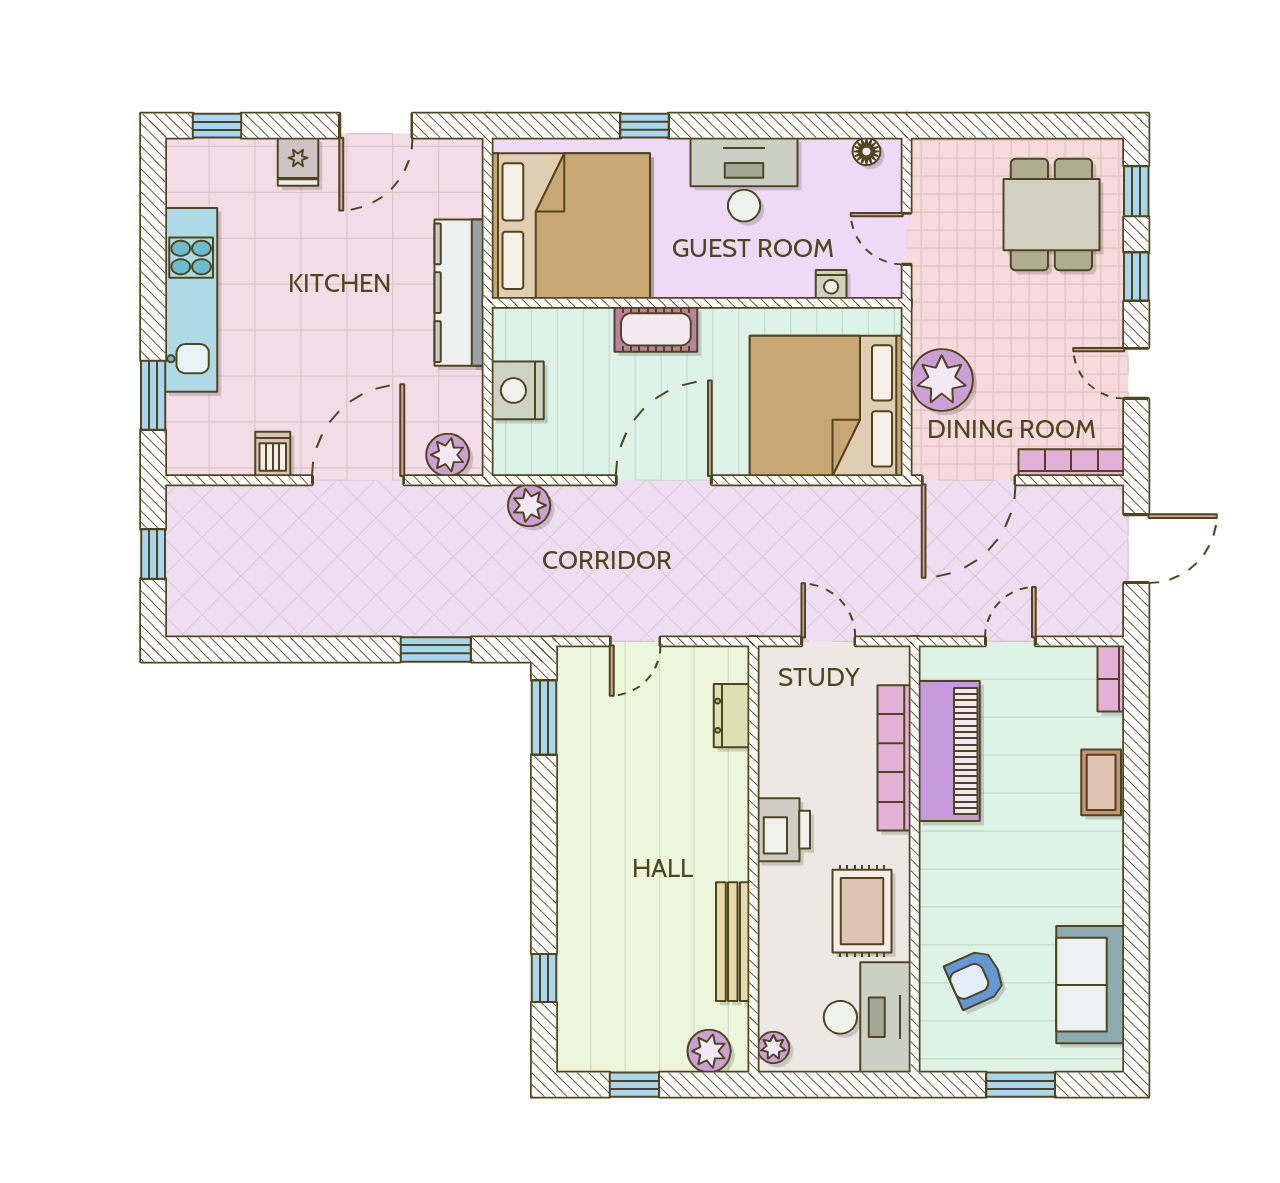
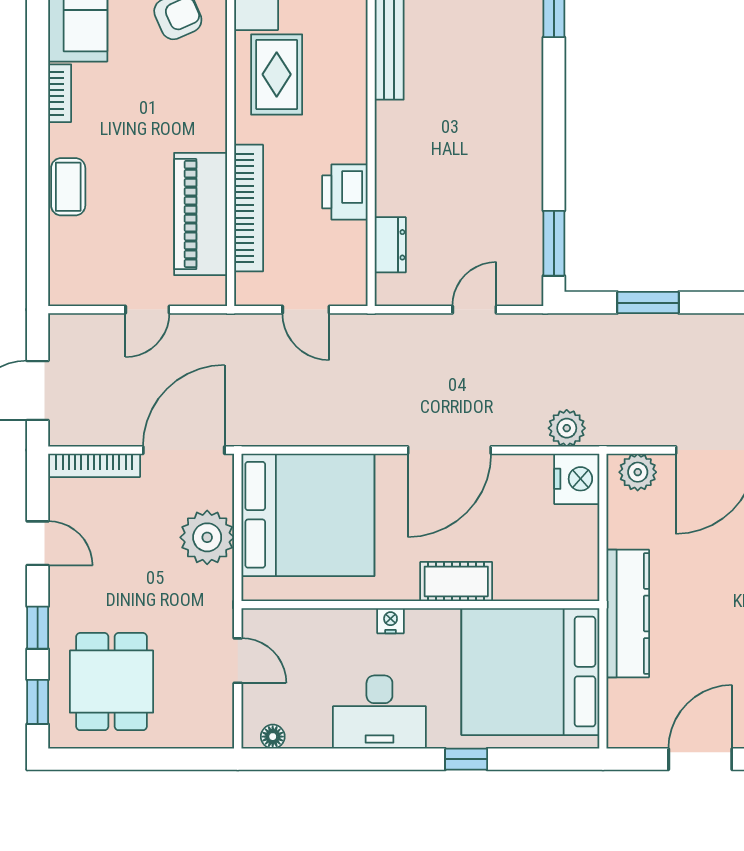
nightstand: (831, 284) -> (391, 621), moved
nightstand: (518, 390) -> (577, 479), moved
bookcase: (1111, 679) -> (60, 93), moved
printer: (784, 830) -> (345, 192), moved

